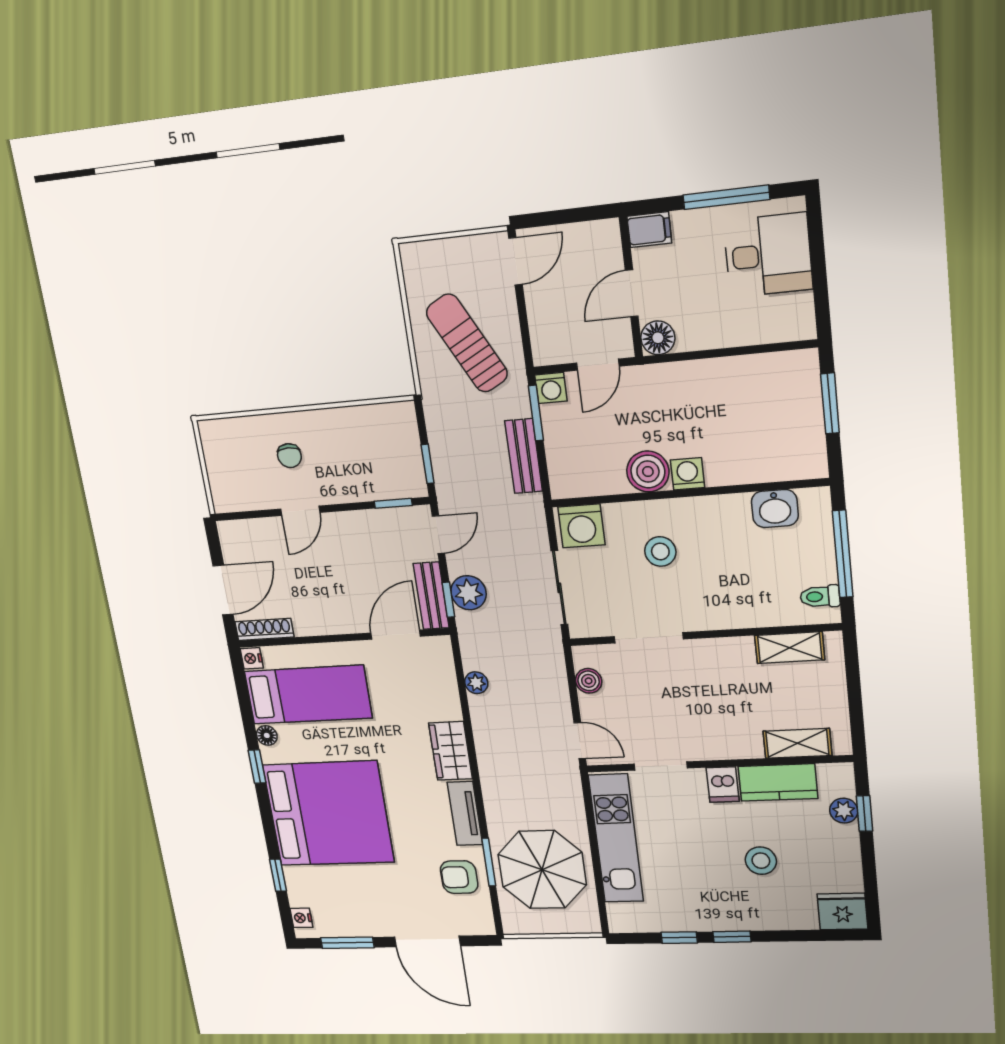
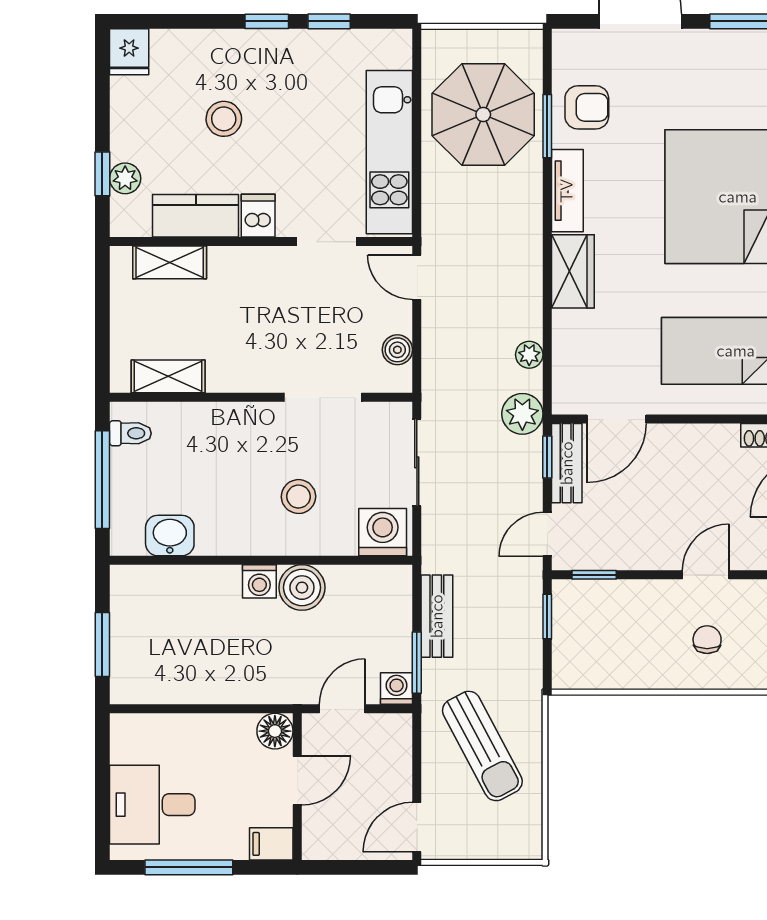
plant: (469, 593) -> (522, 414), moved
fridge: (842, 911) -> (129, 52), width x0.72

